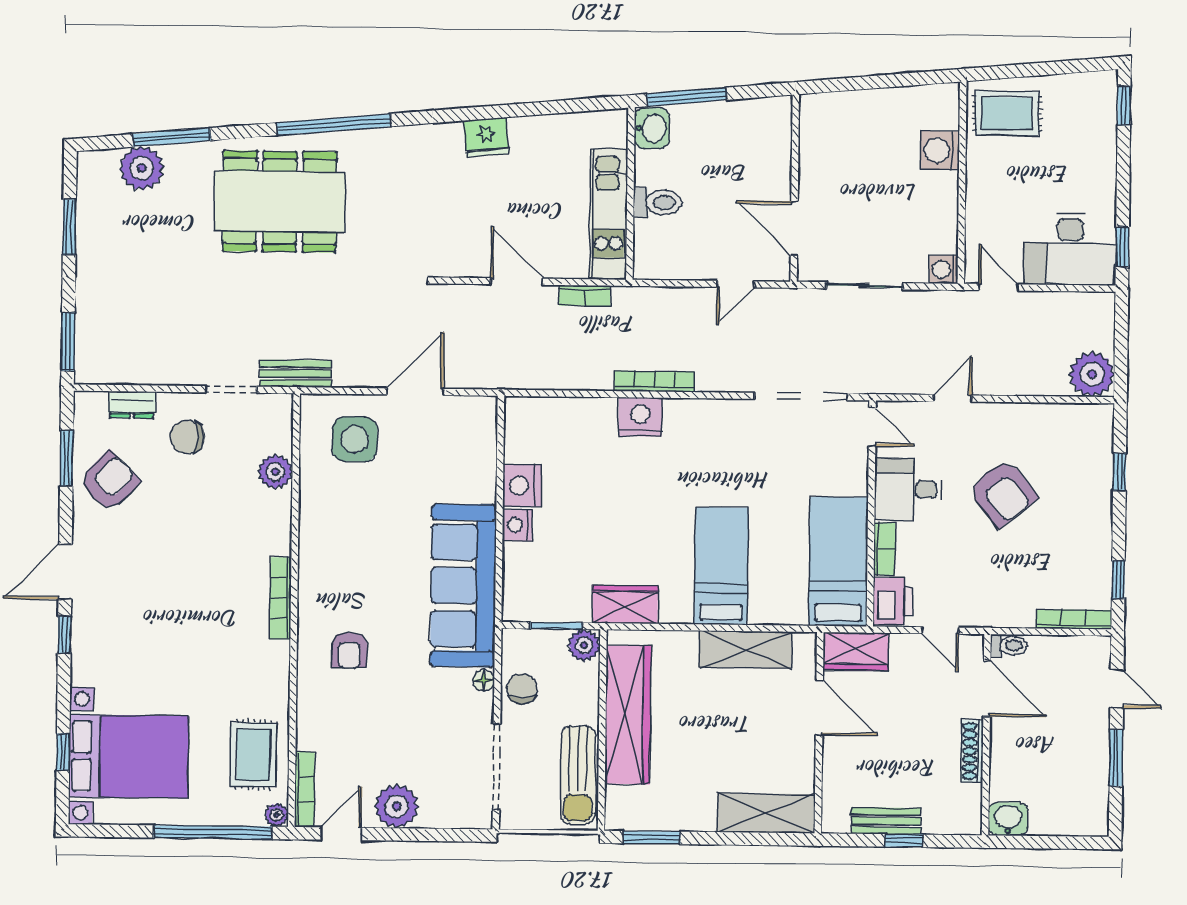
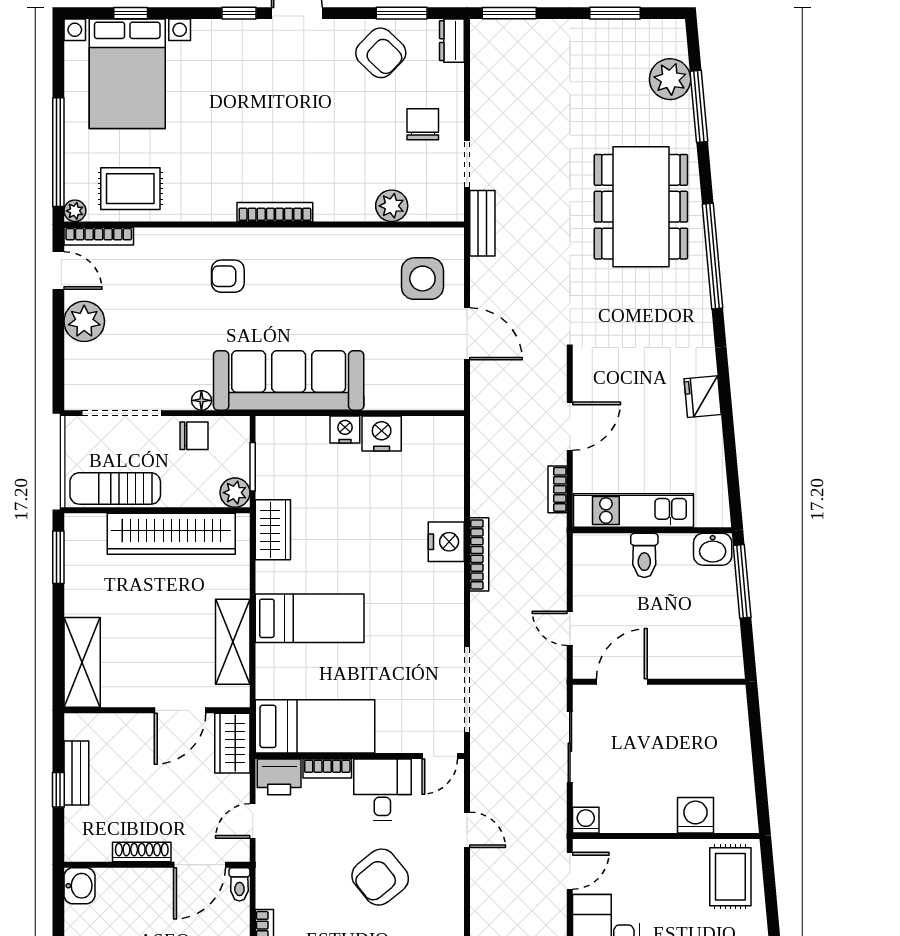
dresser: (132, 405) -> (452, 41), moved

